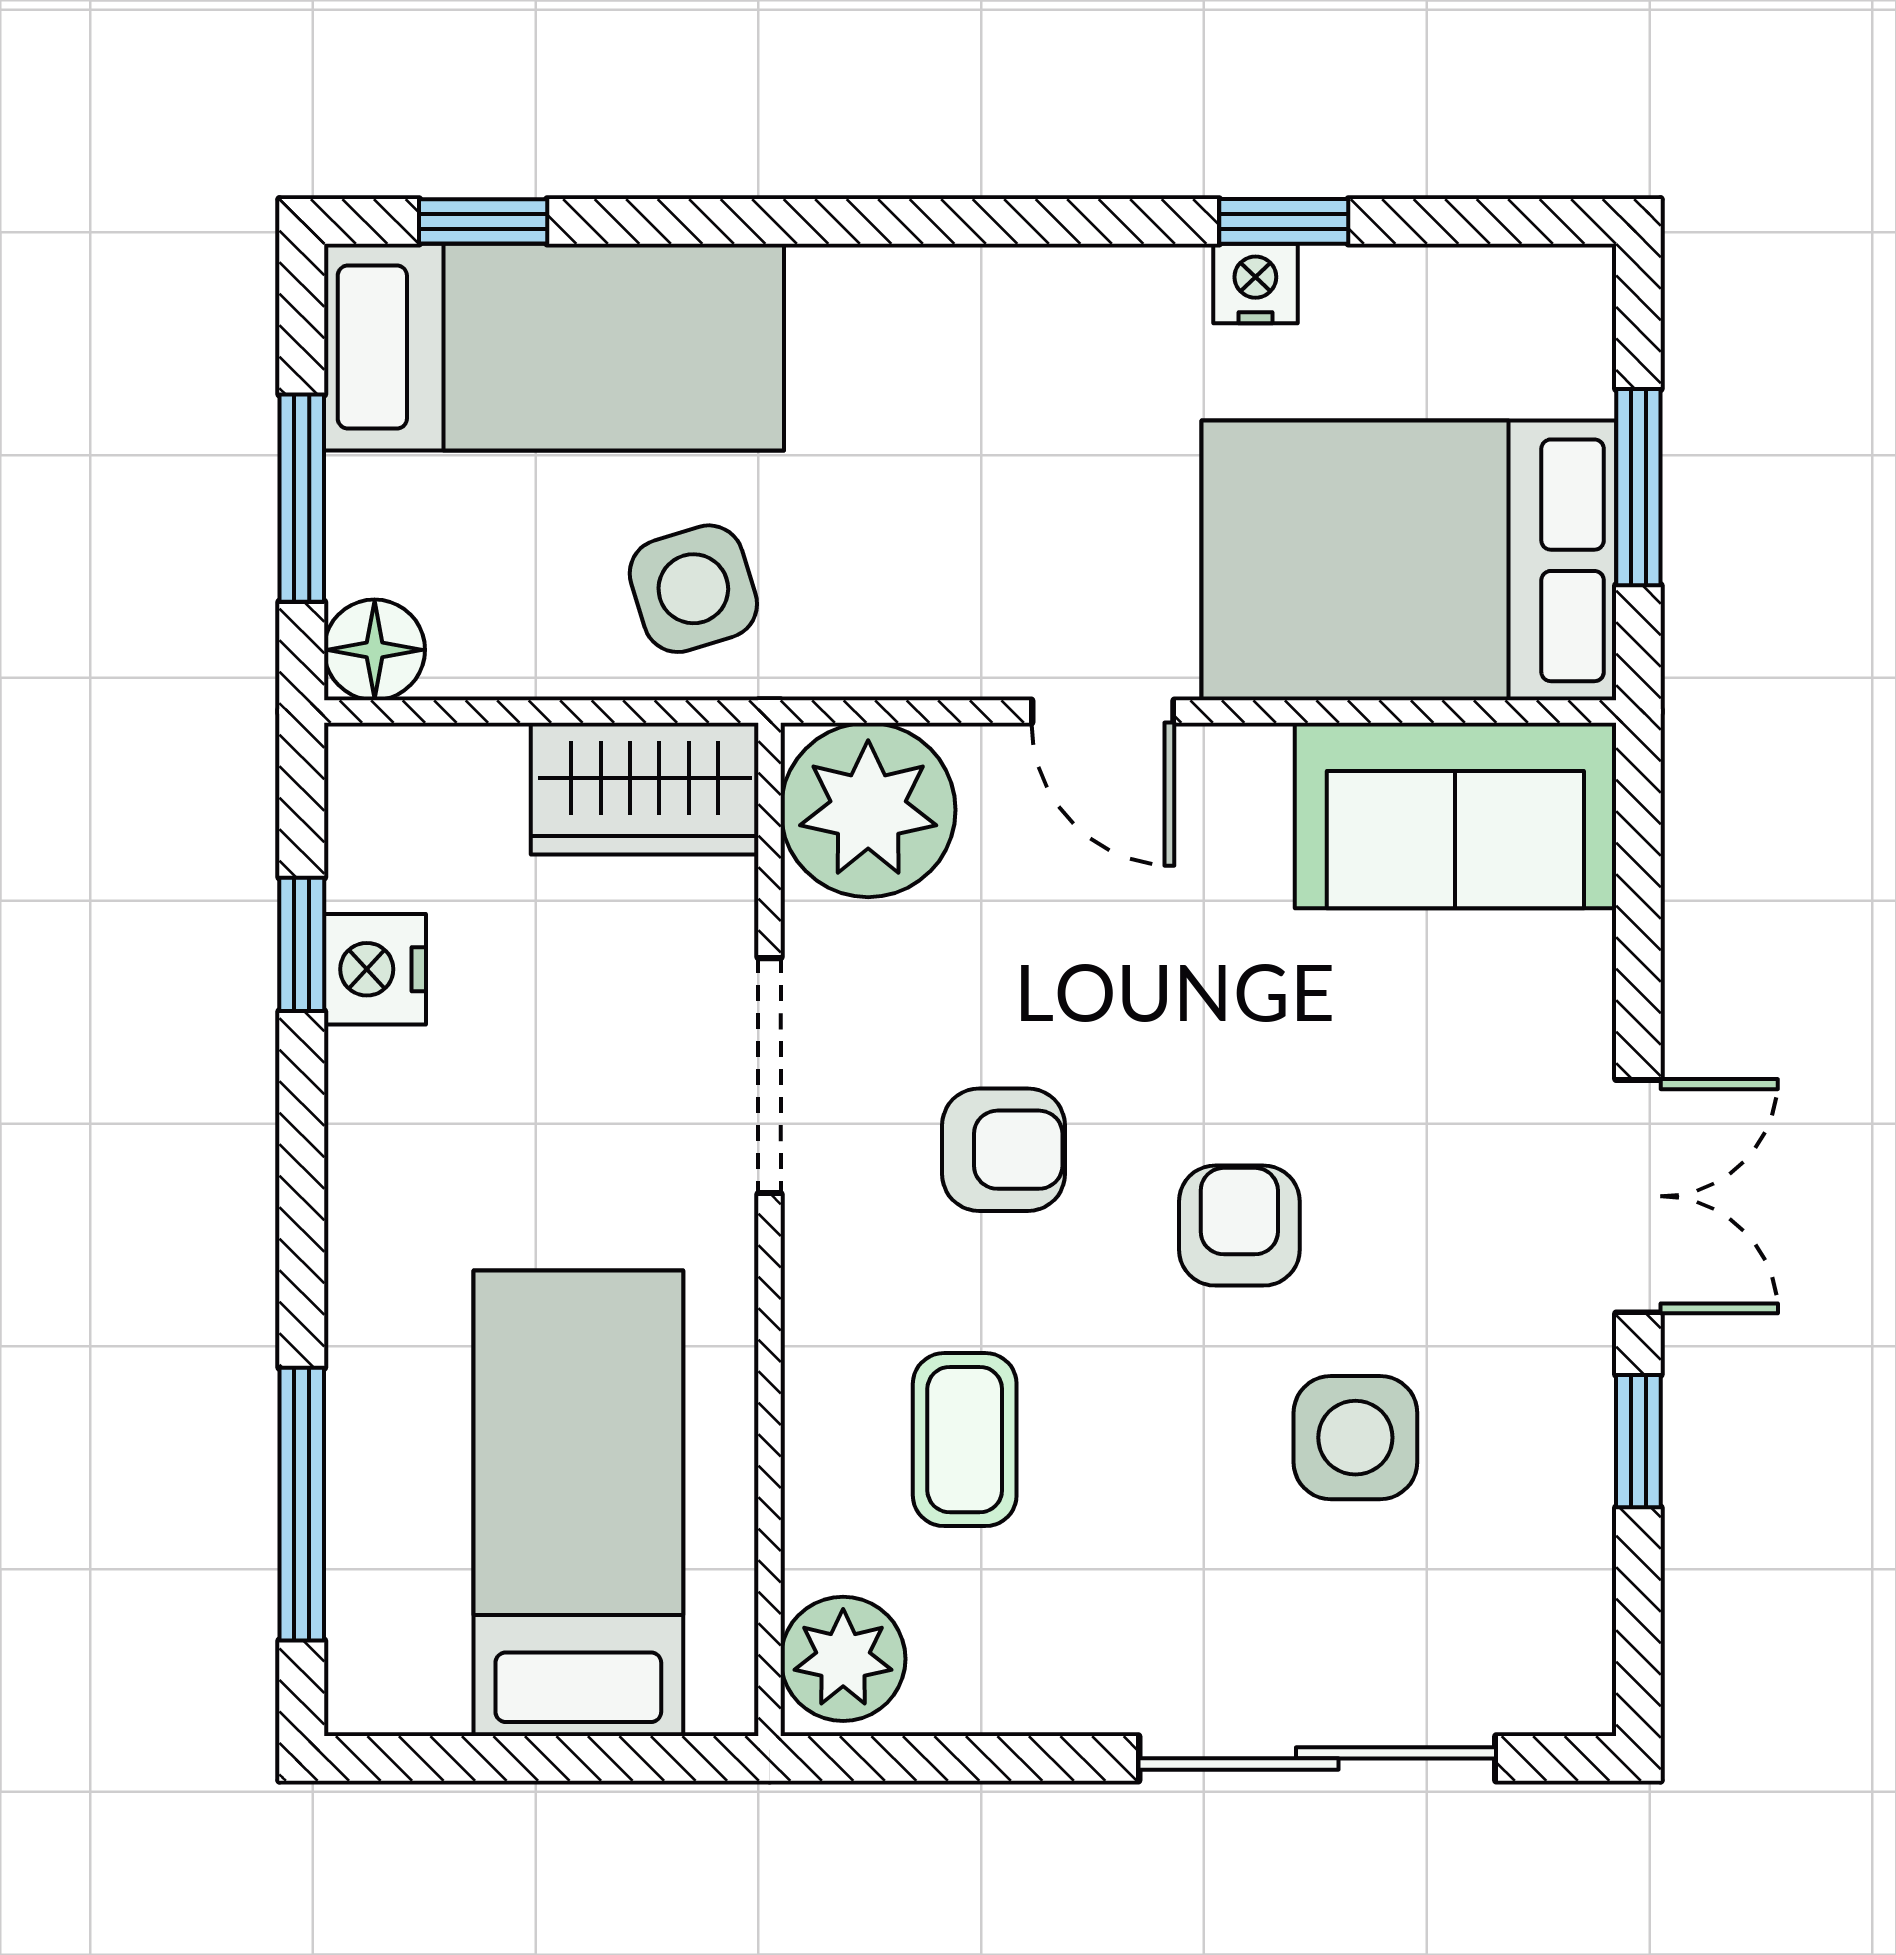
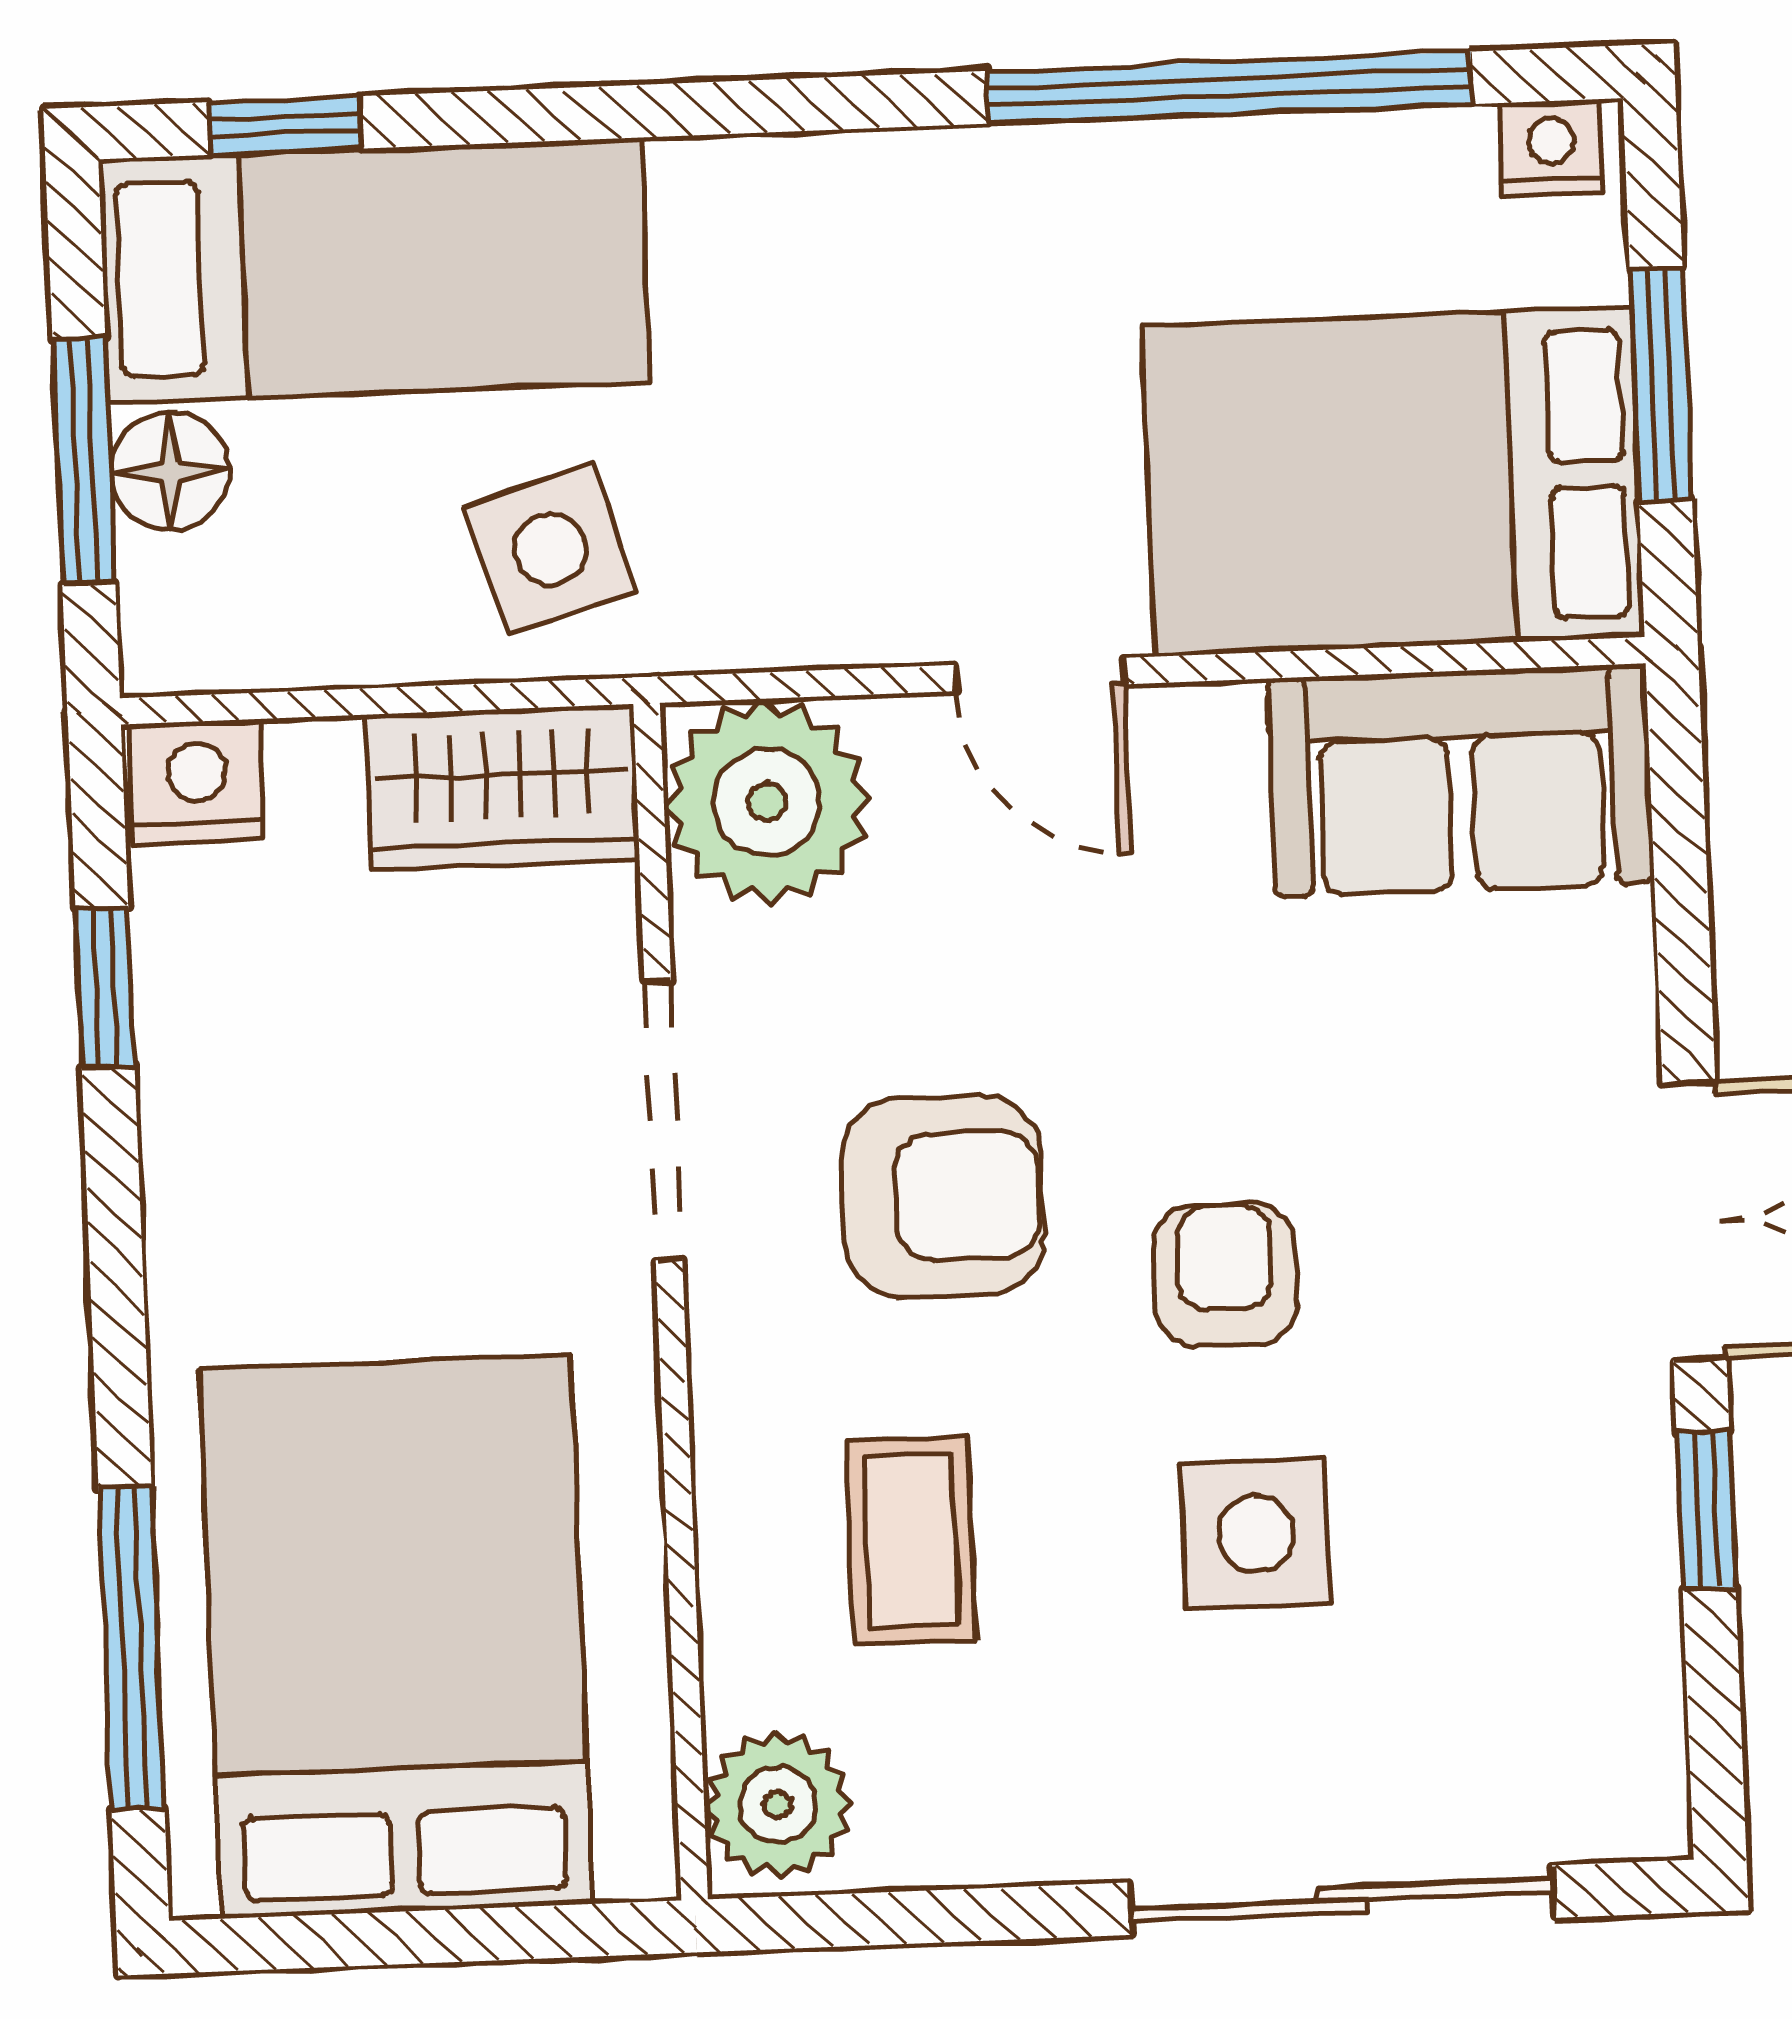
window: (1284, 221) -> (1230, 88), width x3.17
nightstand: (1255, 283) -> (1551, 148), moved
floor lamp: (375, 650) -> (170, 471), moved
nightstand: (375, 969) -> (197, 782), moved, turned 90
armchair: (1003, 1150) -> (943, 1197), width x1.38, depth x1.38
side table: (1355, 1438) -> (1256, 1534), moved
bed: (578, 1503) -> (396, 1636), width x1.50

